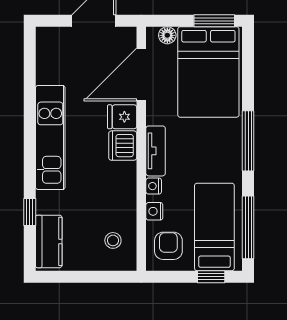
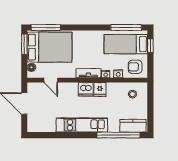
door: (141, 75) -> (51, 80), width x0.53
fridge: (122, 117) -> (100, 90), moved
window: (248, 141) -> (46, 28), moved
window: (30, 212) -> (118, 135), width x3.17

